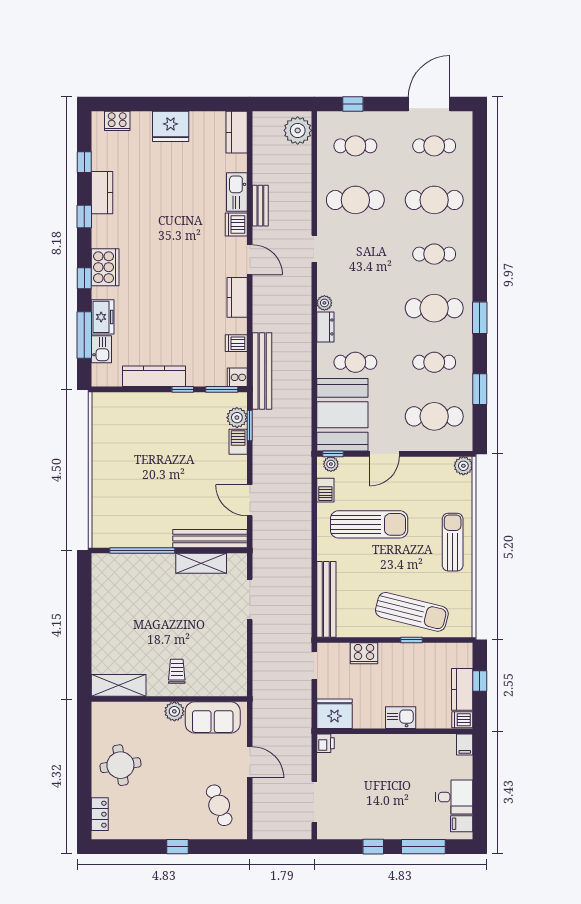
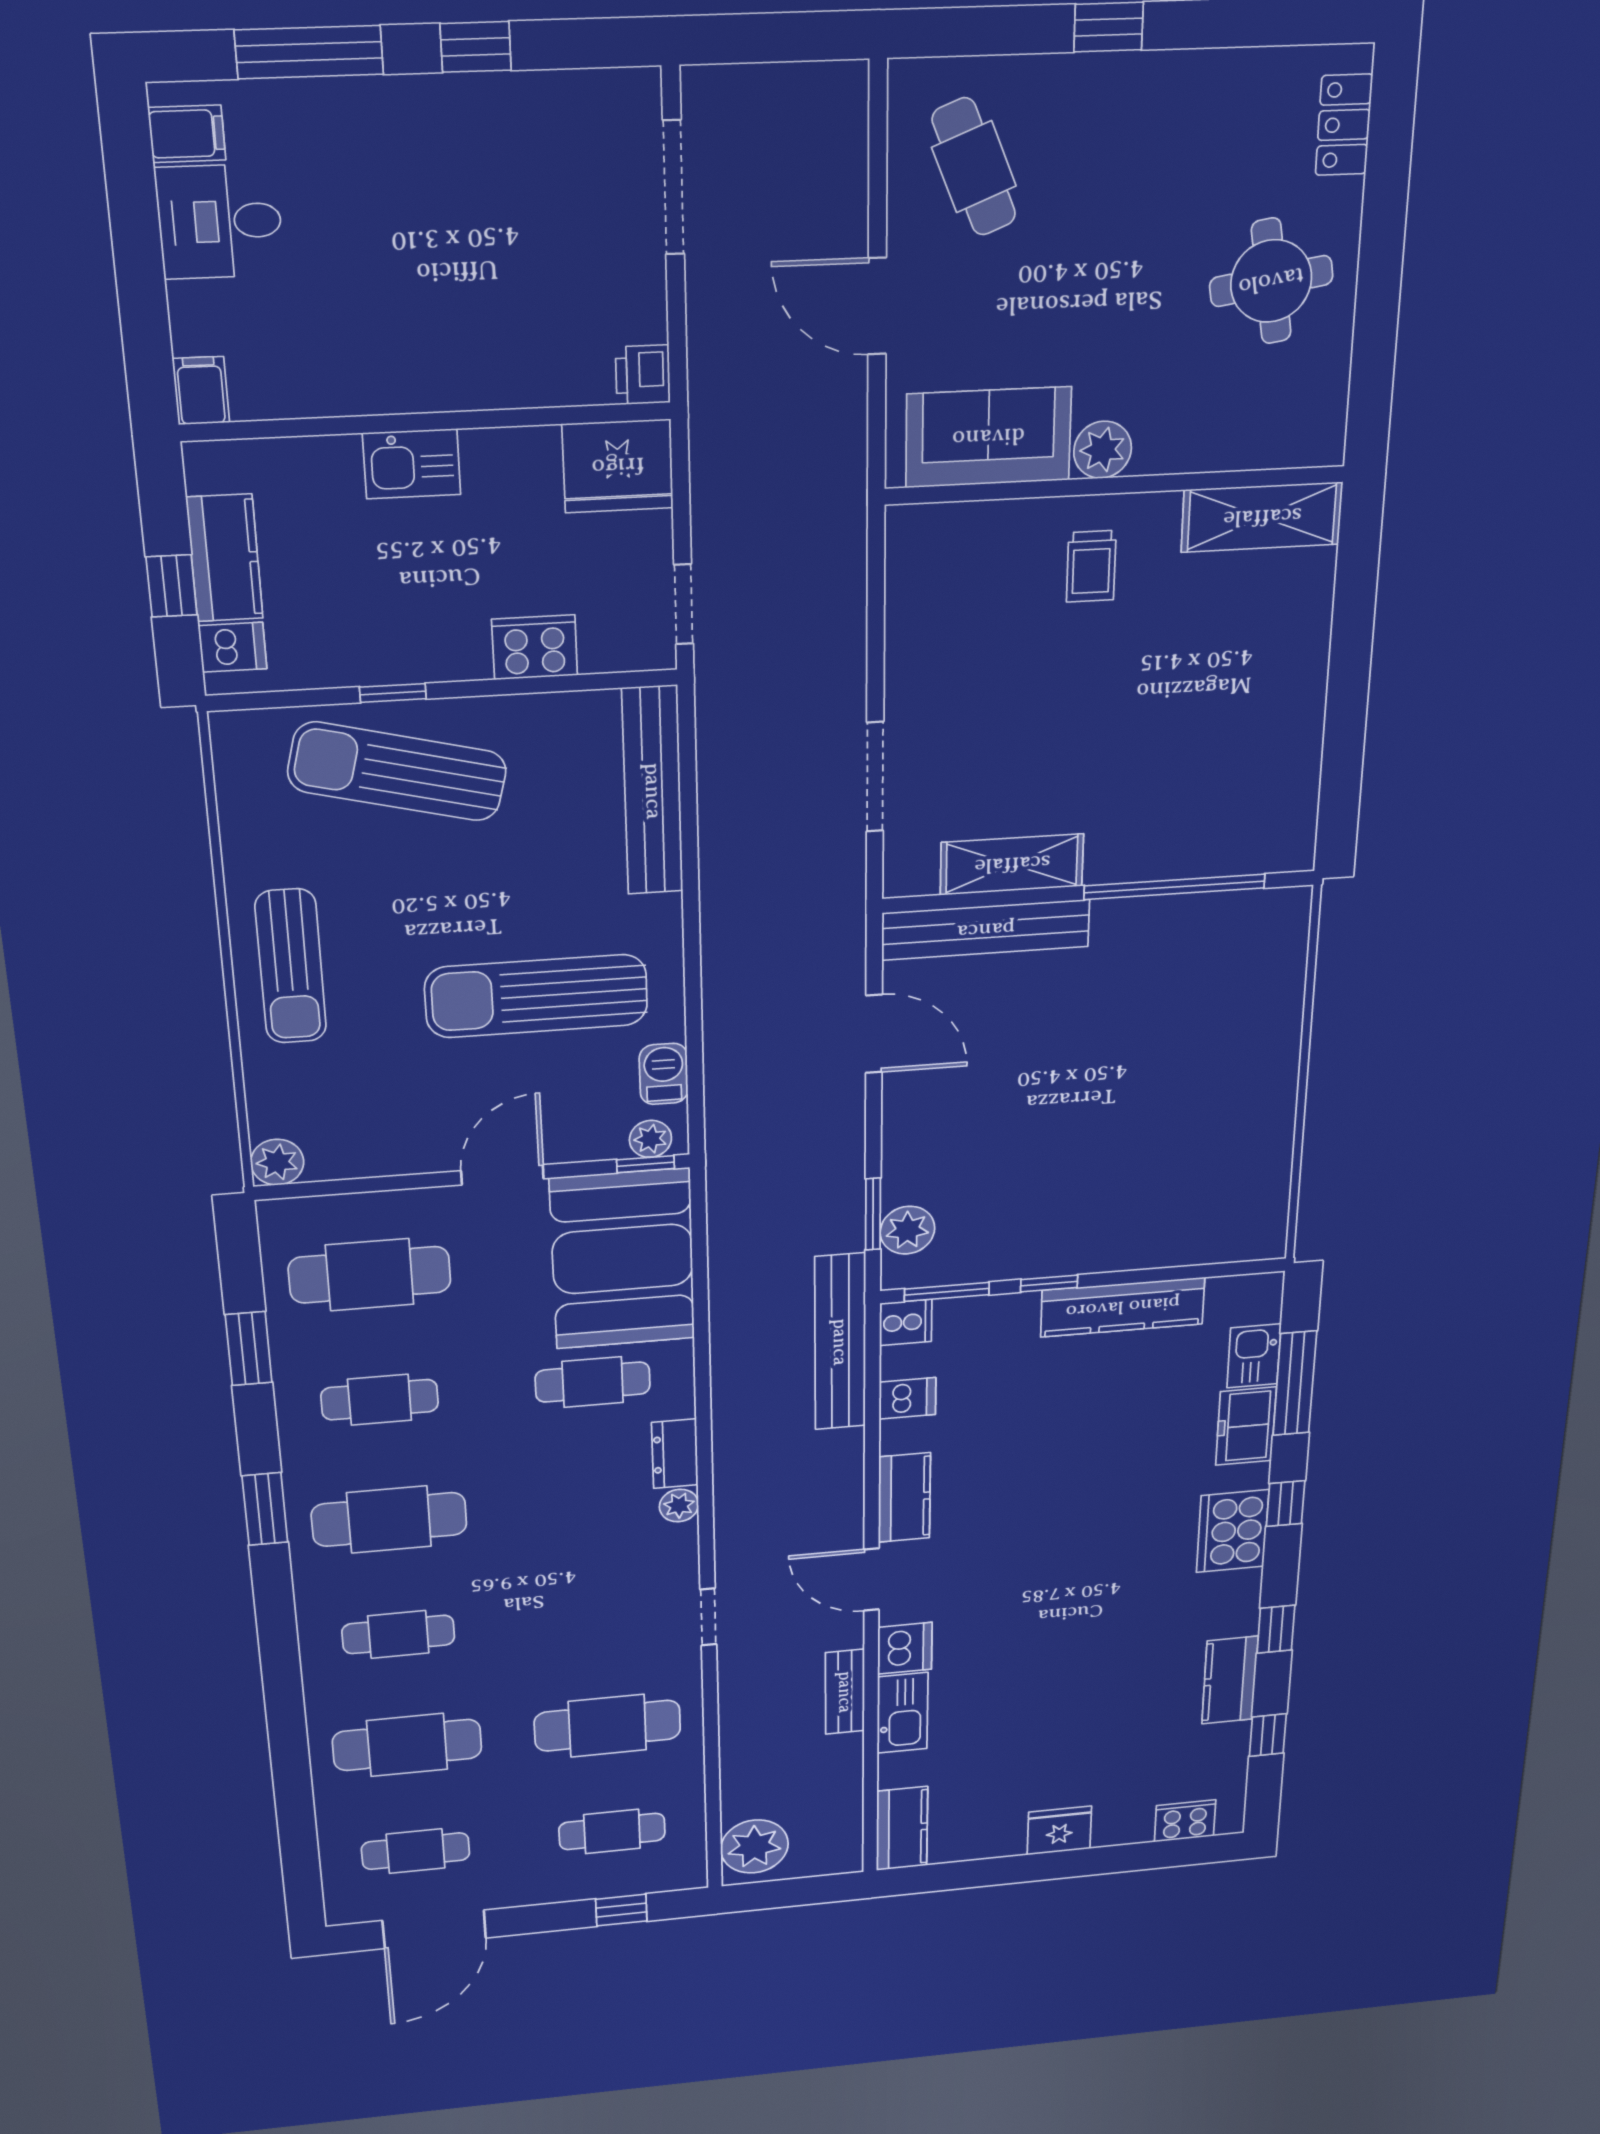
fridge: (171, 126) -> (1059, 1830), width x0.73, depth x0.75
barbecue: (238, 442) -> (905, 1173), removed
dishwasher: (462, 720) -> (233, 647), moved

